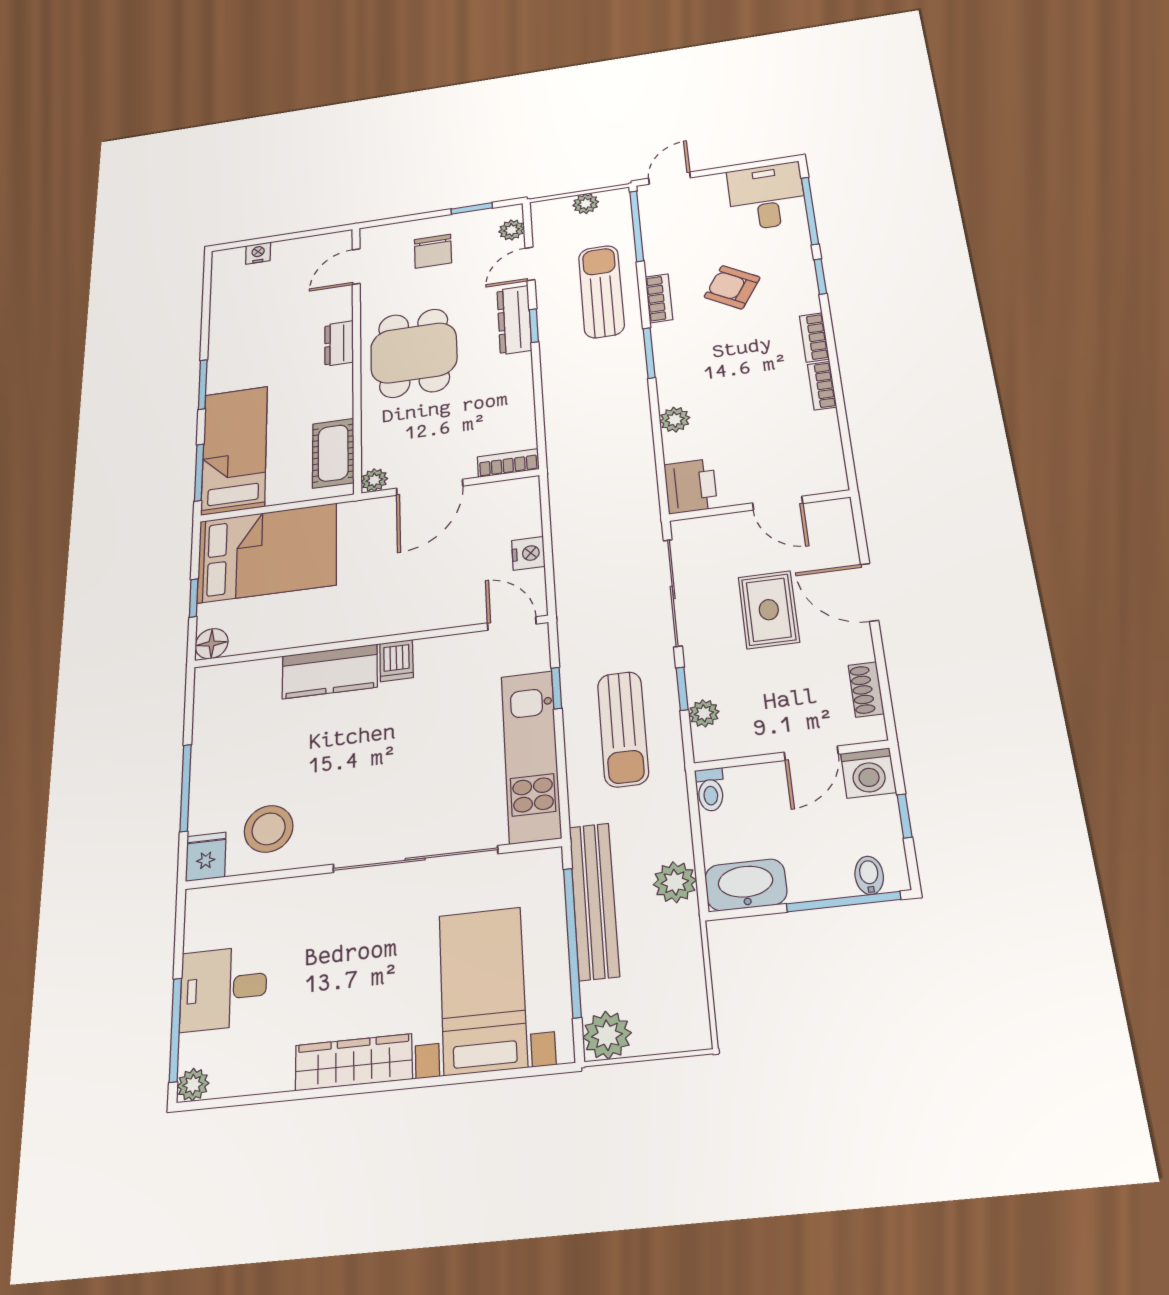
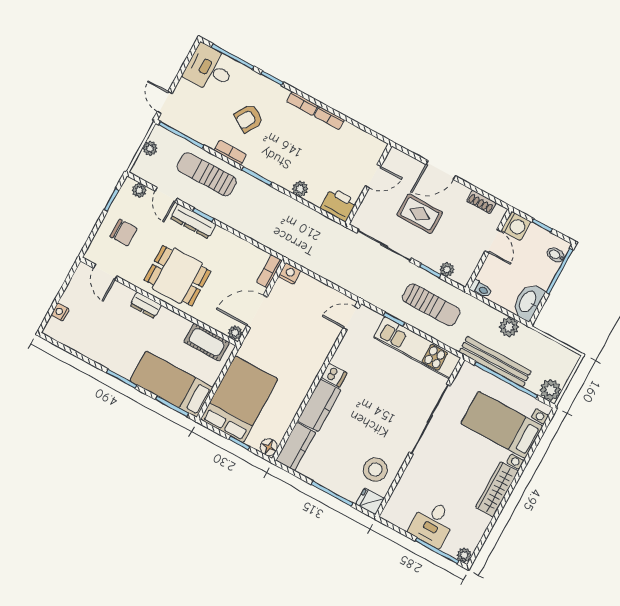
door: (430, 487) -> (257, 311), swing flipped
nightstand: (528, 553) -> (290, 273), moved
kitchen counter: (236, 682) -> (296, 446), added

